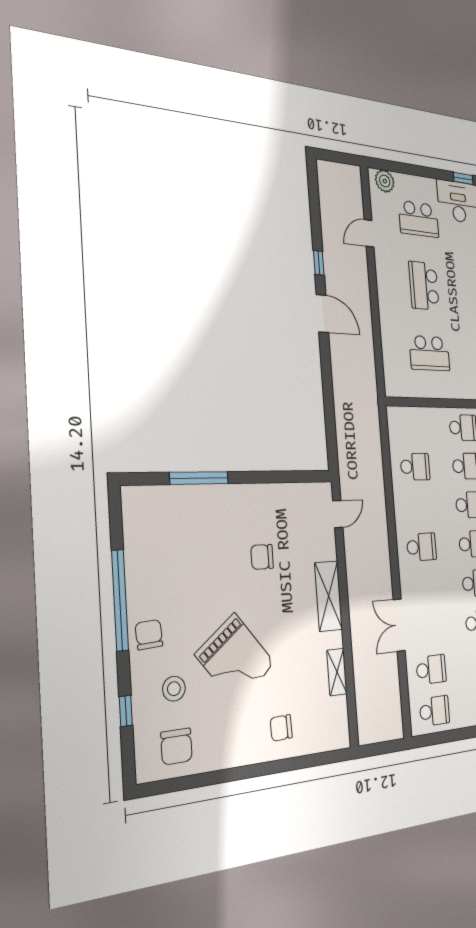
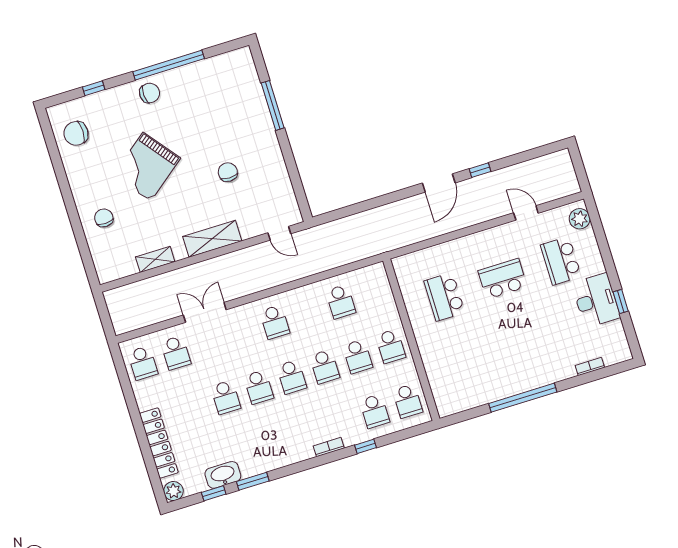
stool: (174, 689) -> (116, 122), removed

